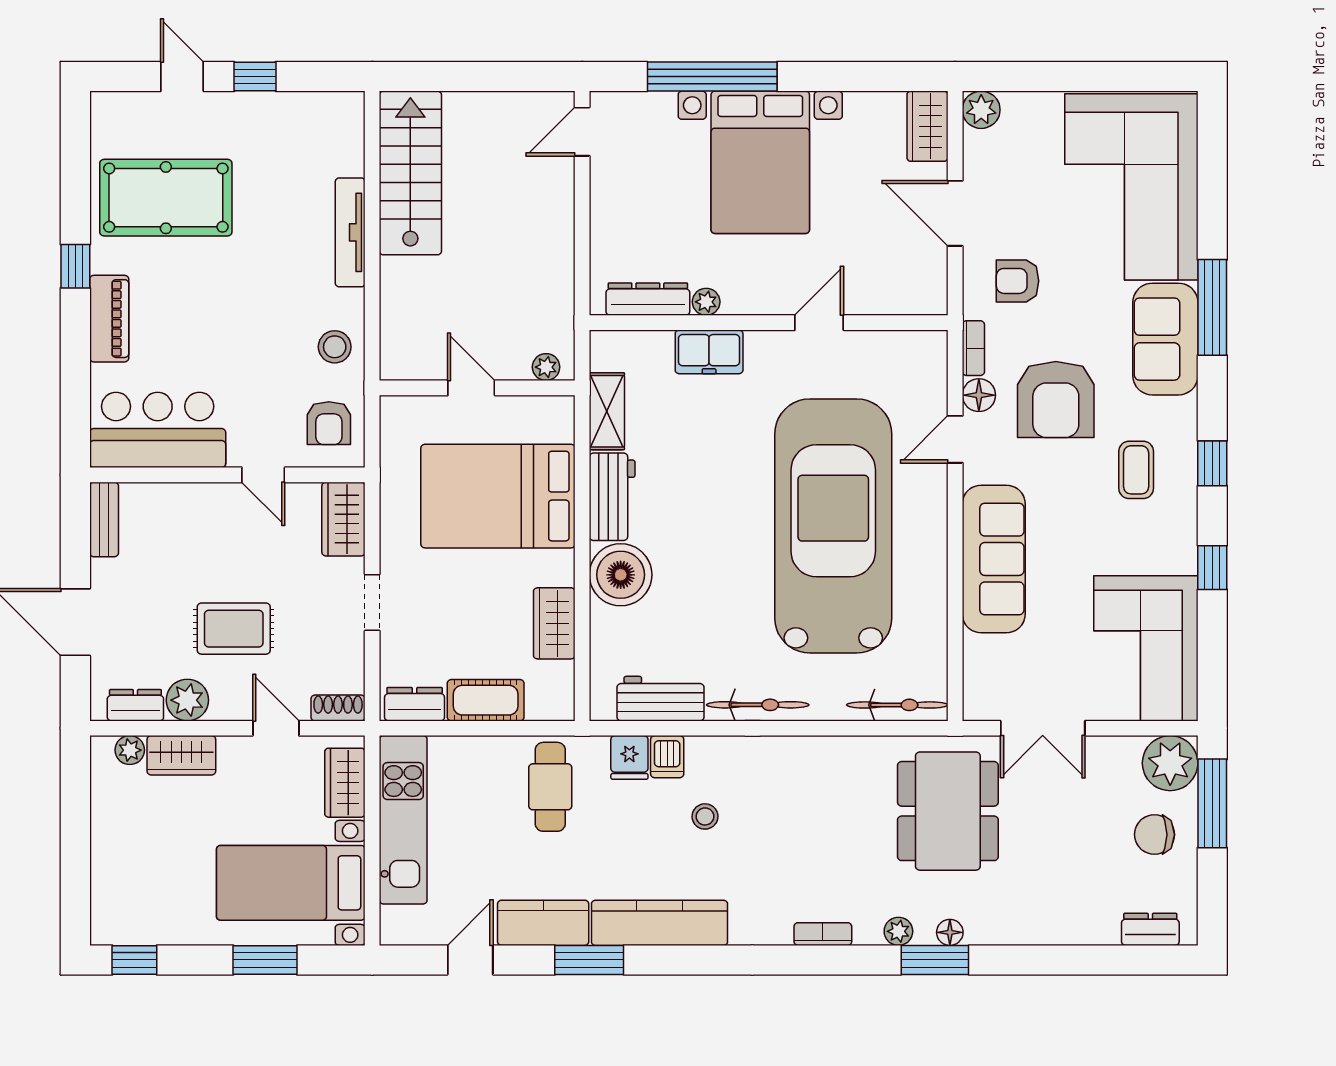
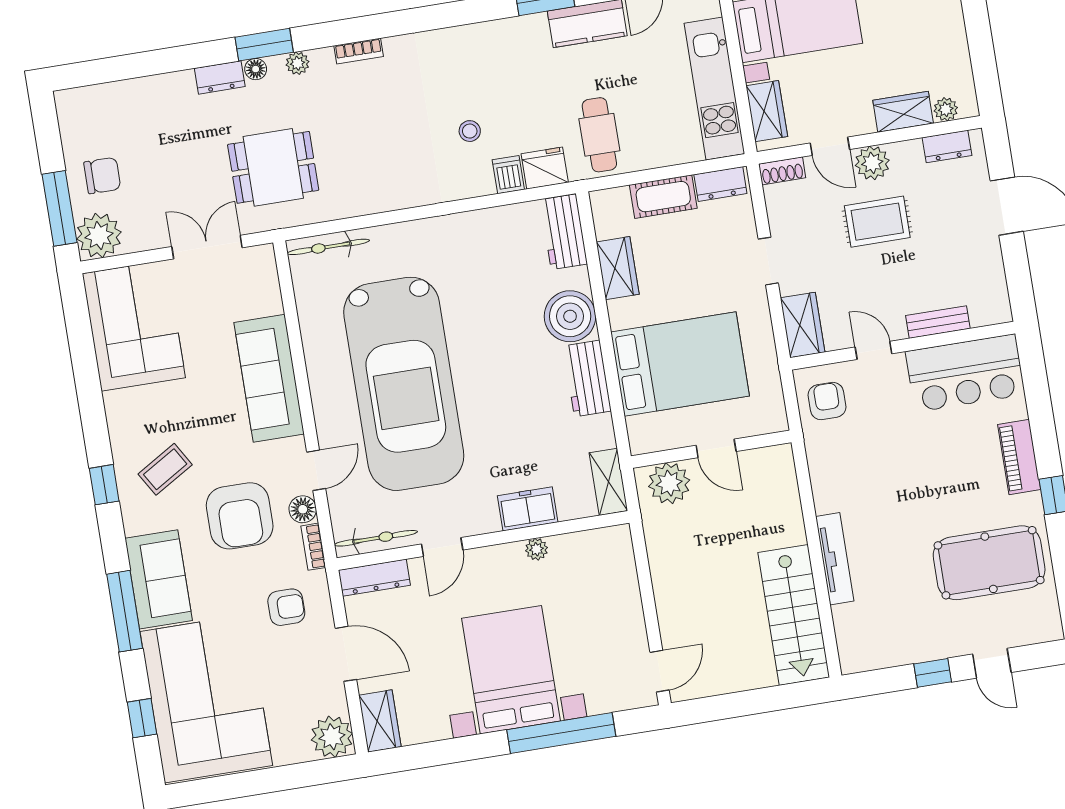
plant: (981, 110) -> (332, 737), width x1.36, depth x1.36
dresser: (648, 299) -> (374, 578), moved
stool: (335, 347) -> (832, 464), removed
plant: (546, 367) -> (669, 483), width x1.88, depth x1.88
armchair: (1056, 400) -> (240, 516), turned 180
shelving: (607, 411) -> (608, 482), moved
coffee table: (1136, 470) -> (165, 469), turned 59
bench: (104, 519) -> (938, 322), moved, turned 90
window: (1212, 568) -> (142, 718), moved
workbench: (660, 699) -> (564, 232), moved, turned 90
plant: (187, 700) -> (872, 163), moved
bicycle: (758, 705) -> (376, 538), moved, turned 180
fridge: (629, 757) -> (545, 168), width x1.38
dining table: (948, 811) -> (273, 167), width x0.73
kitchen counter: (659, 923) -> (493, 39), removed
dresser: (1150, 929) -> (220, 77), moved

